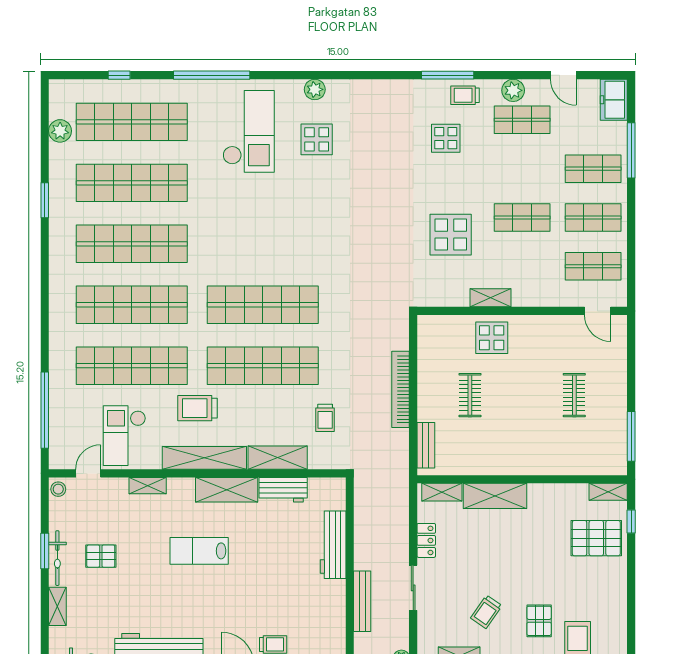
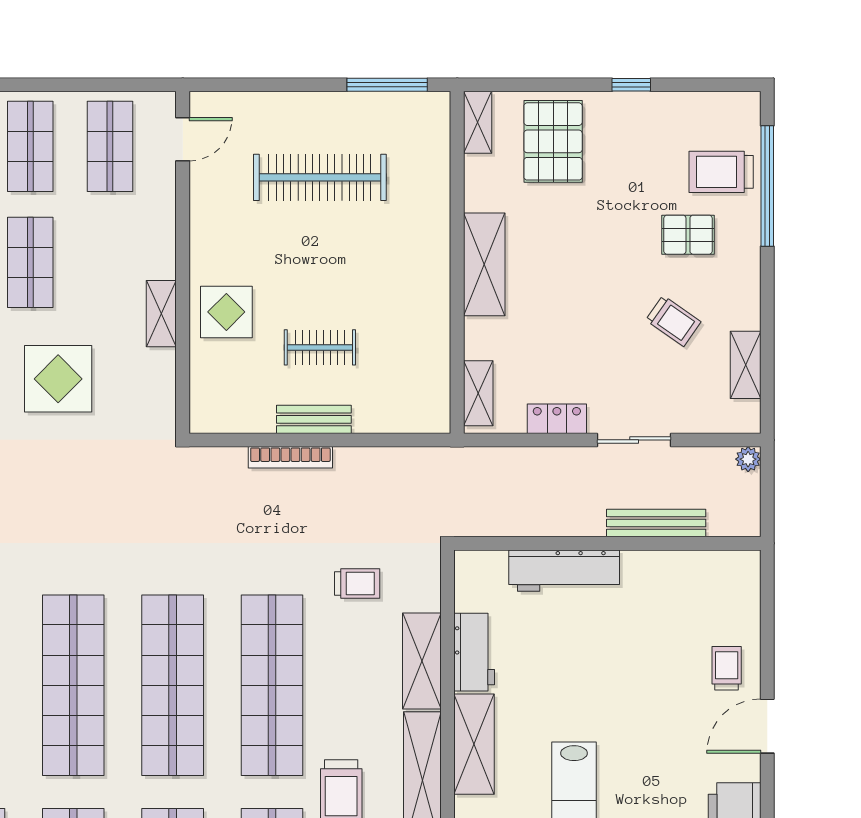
shop shelf: (263, 244) -> (73, 685), added
bookcase: (401, 389) -> (290, 457), width x0.68, depth x0.76
clothes rail: (574, 395) -> (320, 177), width x1.86, depth x1.31
bench: (426, 445) -> (314, 419), moved
shelving: (495, 496) -> (484, 264), moved
window: (631, 521) -> (631, 85), moved

